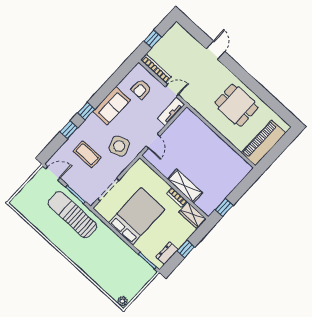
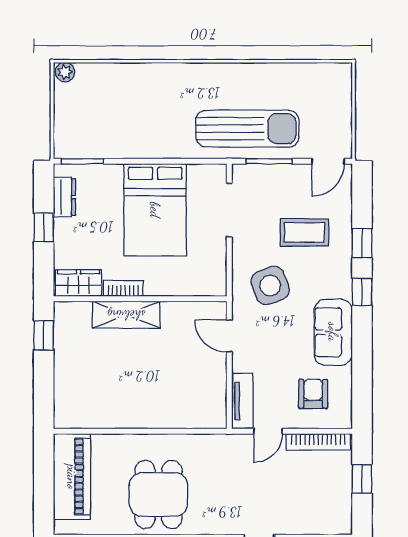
dining table: (237, 105) -> (159, 495), turned 90

